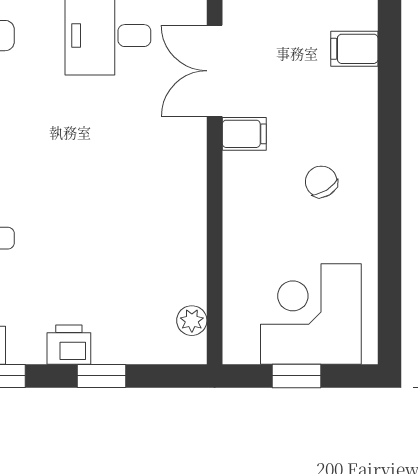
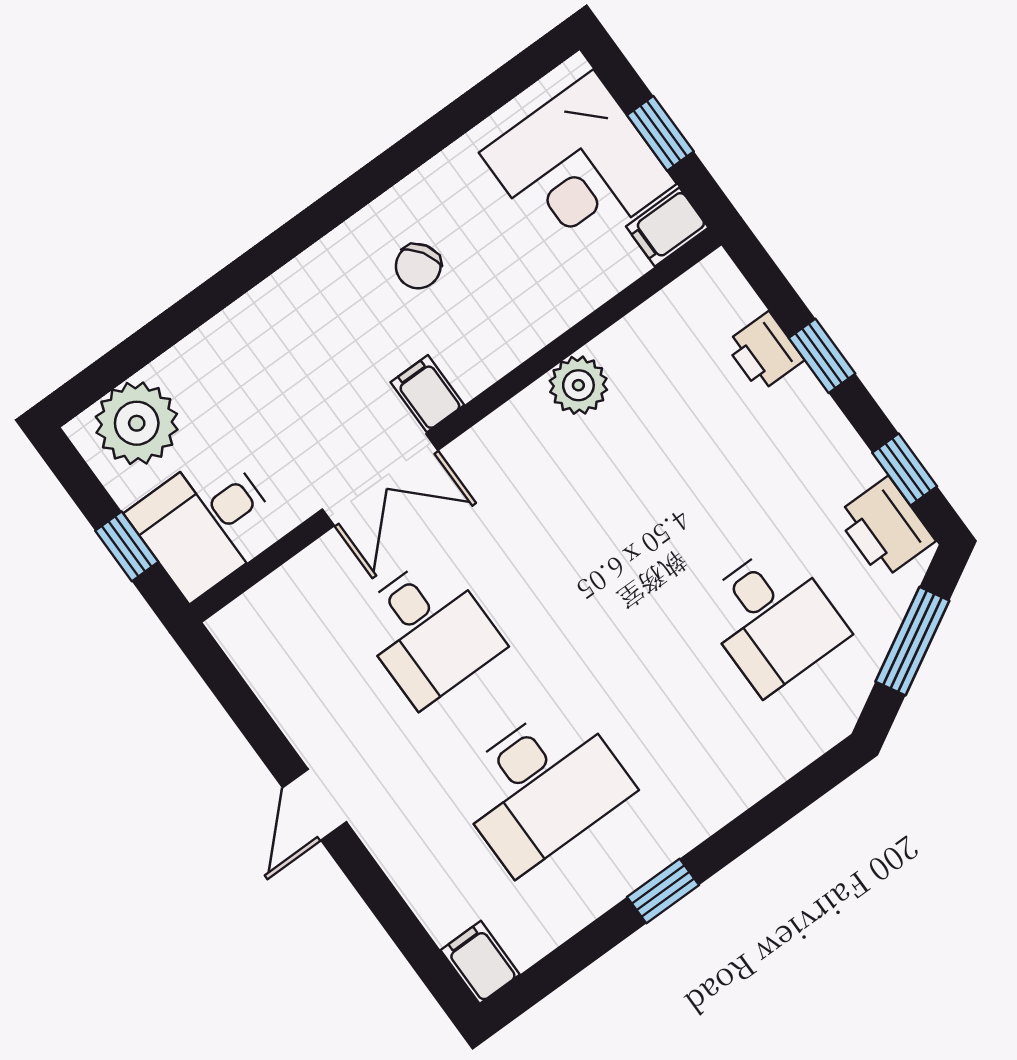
filing cabinet: (354, 49) -> (667, 227), moved, turned 90
plant: (192, 321) -> (578, 385), moved, width x1.38, depth x1.38
printer: (69, 345) -> (764, 352), moved

